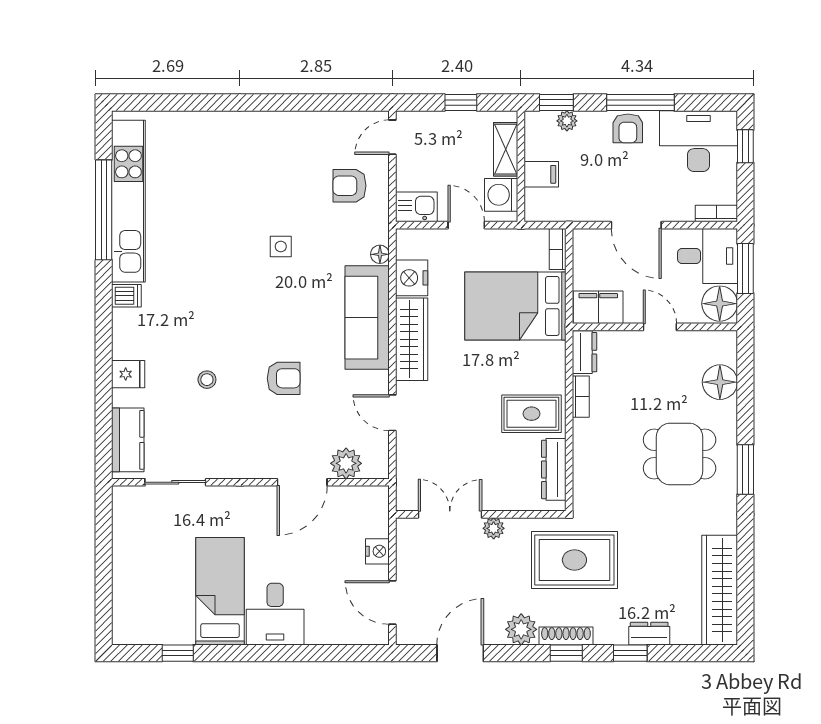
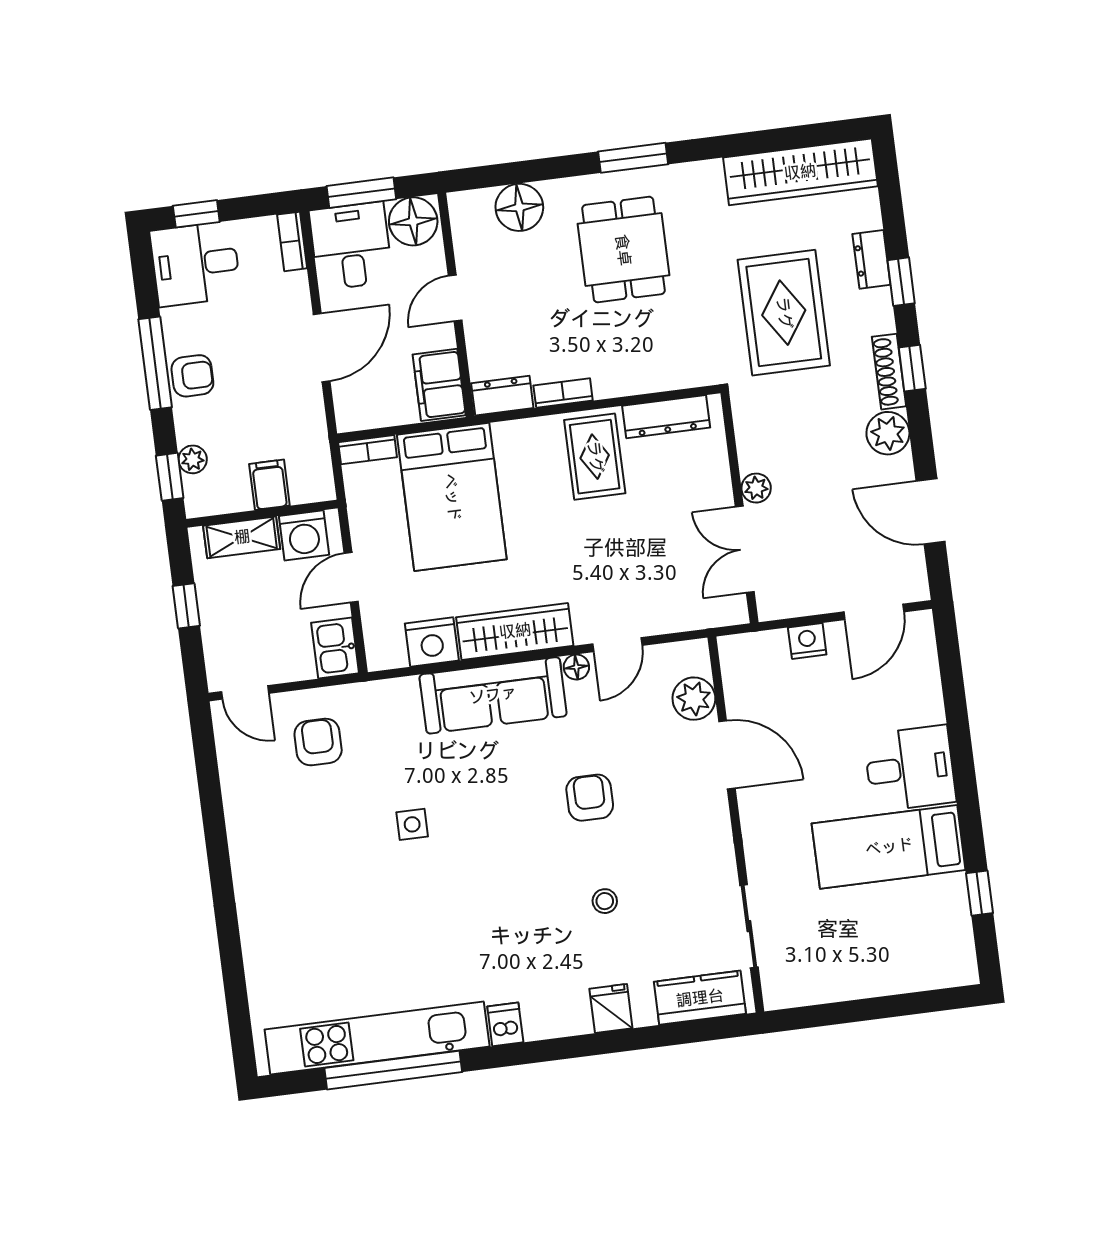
desk: (698, 141) -> (195, 264), width x0.73
armchair: (350, 186) -> (318, 742), turned 180
floor lamp: (380, 254) -> (576, 667), moved
rug: (574, 560) -> (784, 313), moved

